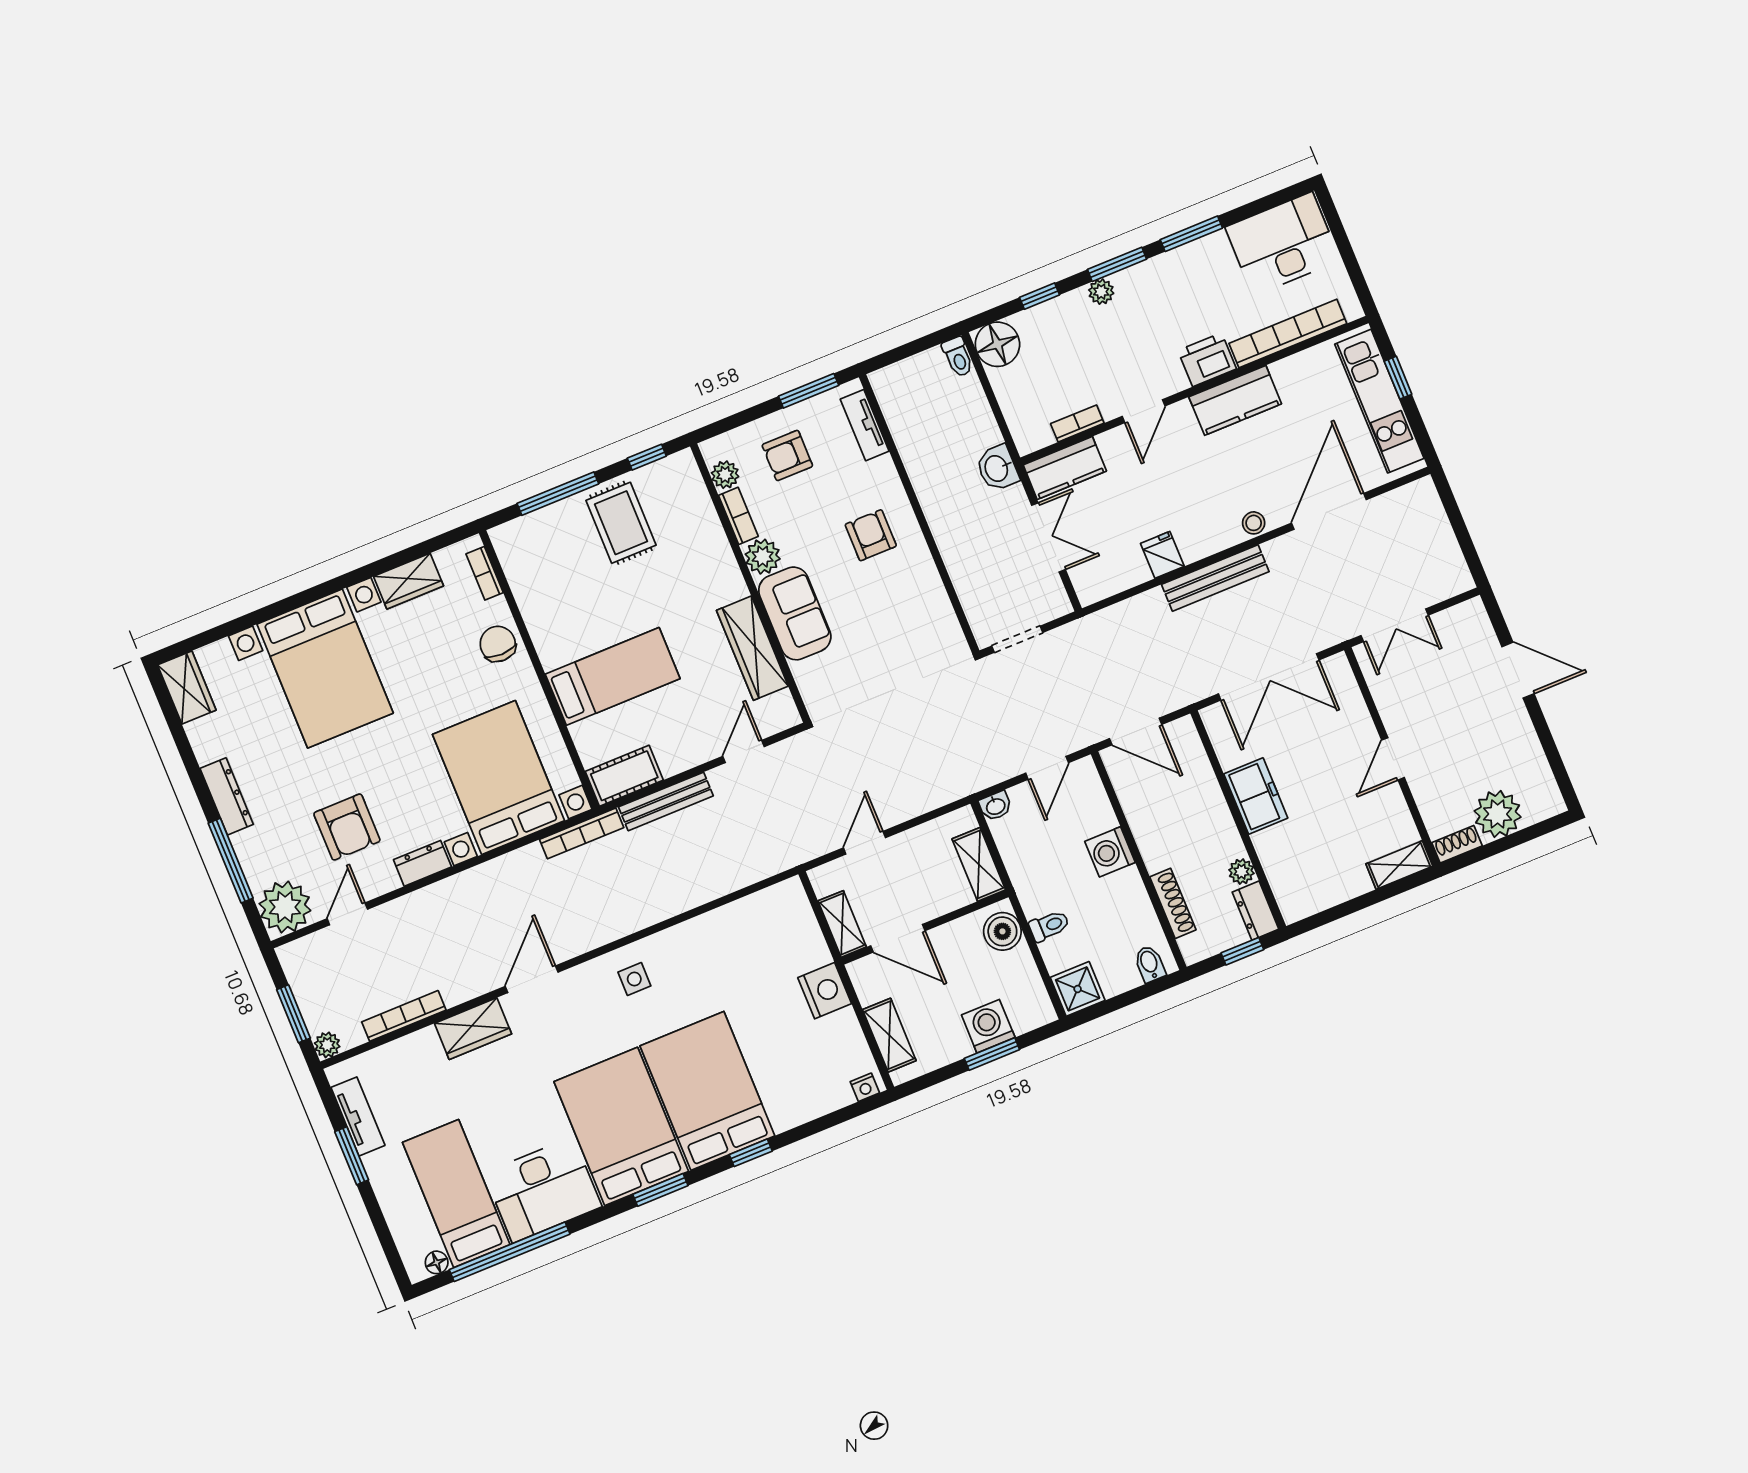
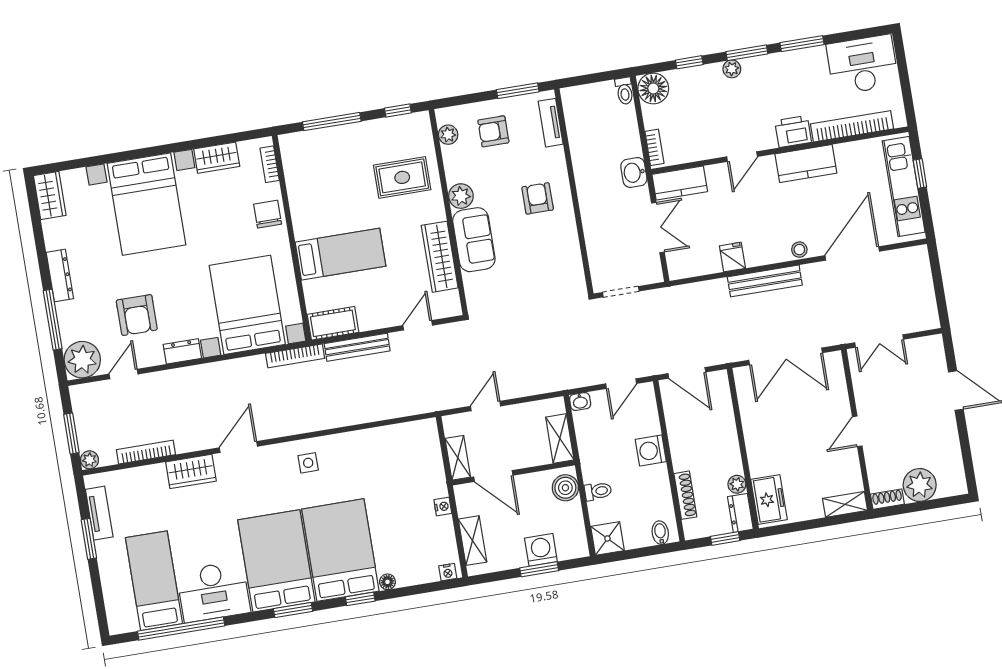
bookcase: (1077, 423) -> (654, 147), moved, turned 90
bookcase: (738, 516) -> (451, 165), removed
rug: (621, 523) -> (402, 177), moved, turned 90
freezer: (1256, 796) -> (769, 499), moved
nightstand: (825, 991) -> (443, 507), width x0.53, depth x0.56
floor lamp: (437, 1262) -> (387, 582), moved

